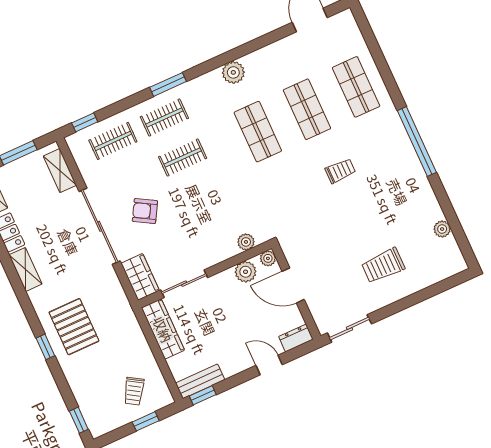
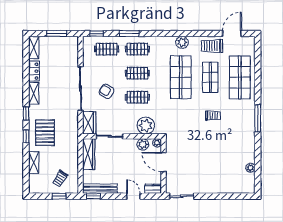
window: (168, 84) -> (129, 34), moved
shop shelf: (356, 87) -> (240, 77), width x1.43, depth x1.36
shop shelf: (258, 132) -> (181, 77), width x1.43, depth x1.36
window: (417, 142) -> (258, 118), width x0.68
shelving: (60, 171) -> (34, 162), moved
clothes rail: (201, 197) -> (137, 97), added
plant: (246, 242) -> (146, 126), width x1.88, depth x1.88
trolley: (383, 266) -> (212, 46), moved
bench: (200, 381) -> (100, 189), width x1.36
window: (79, 420) -> (26, 114), moved

